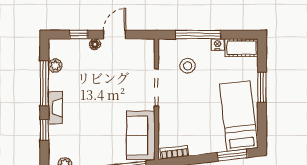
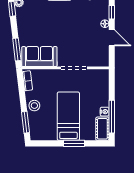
window: (198, 35) -> (112, 117), moved
stool: (188, 66) -> (34, 106), moved
bed: (239, 116) -> (68, 116), moved, turned -83

